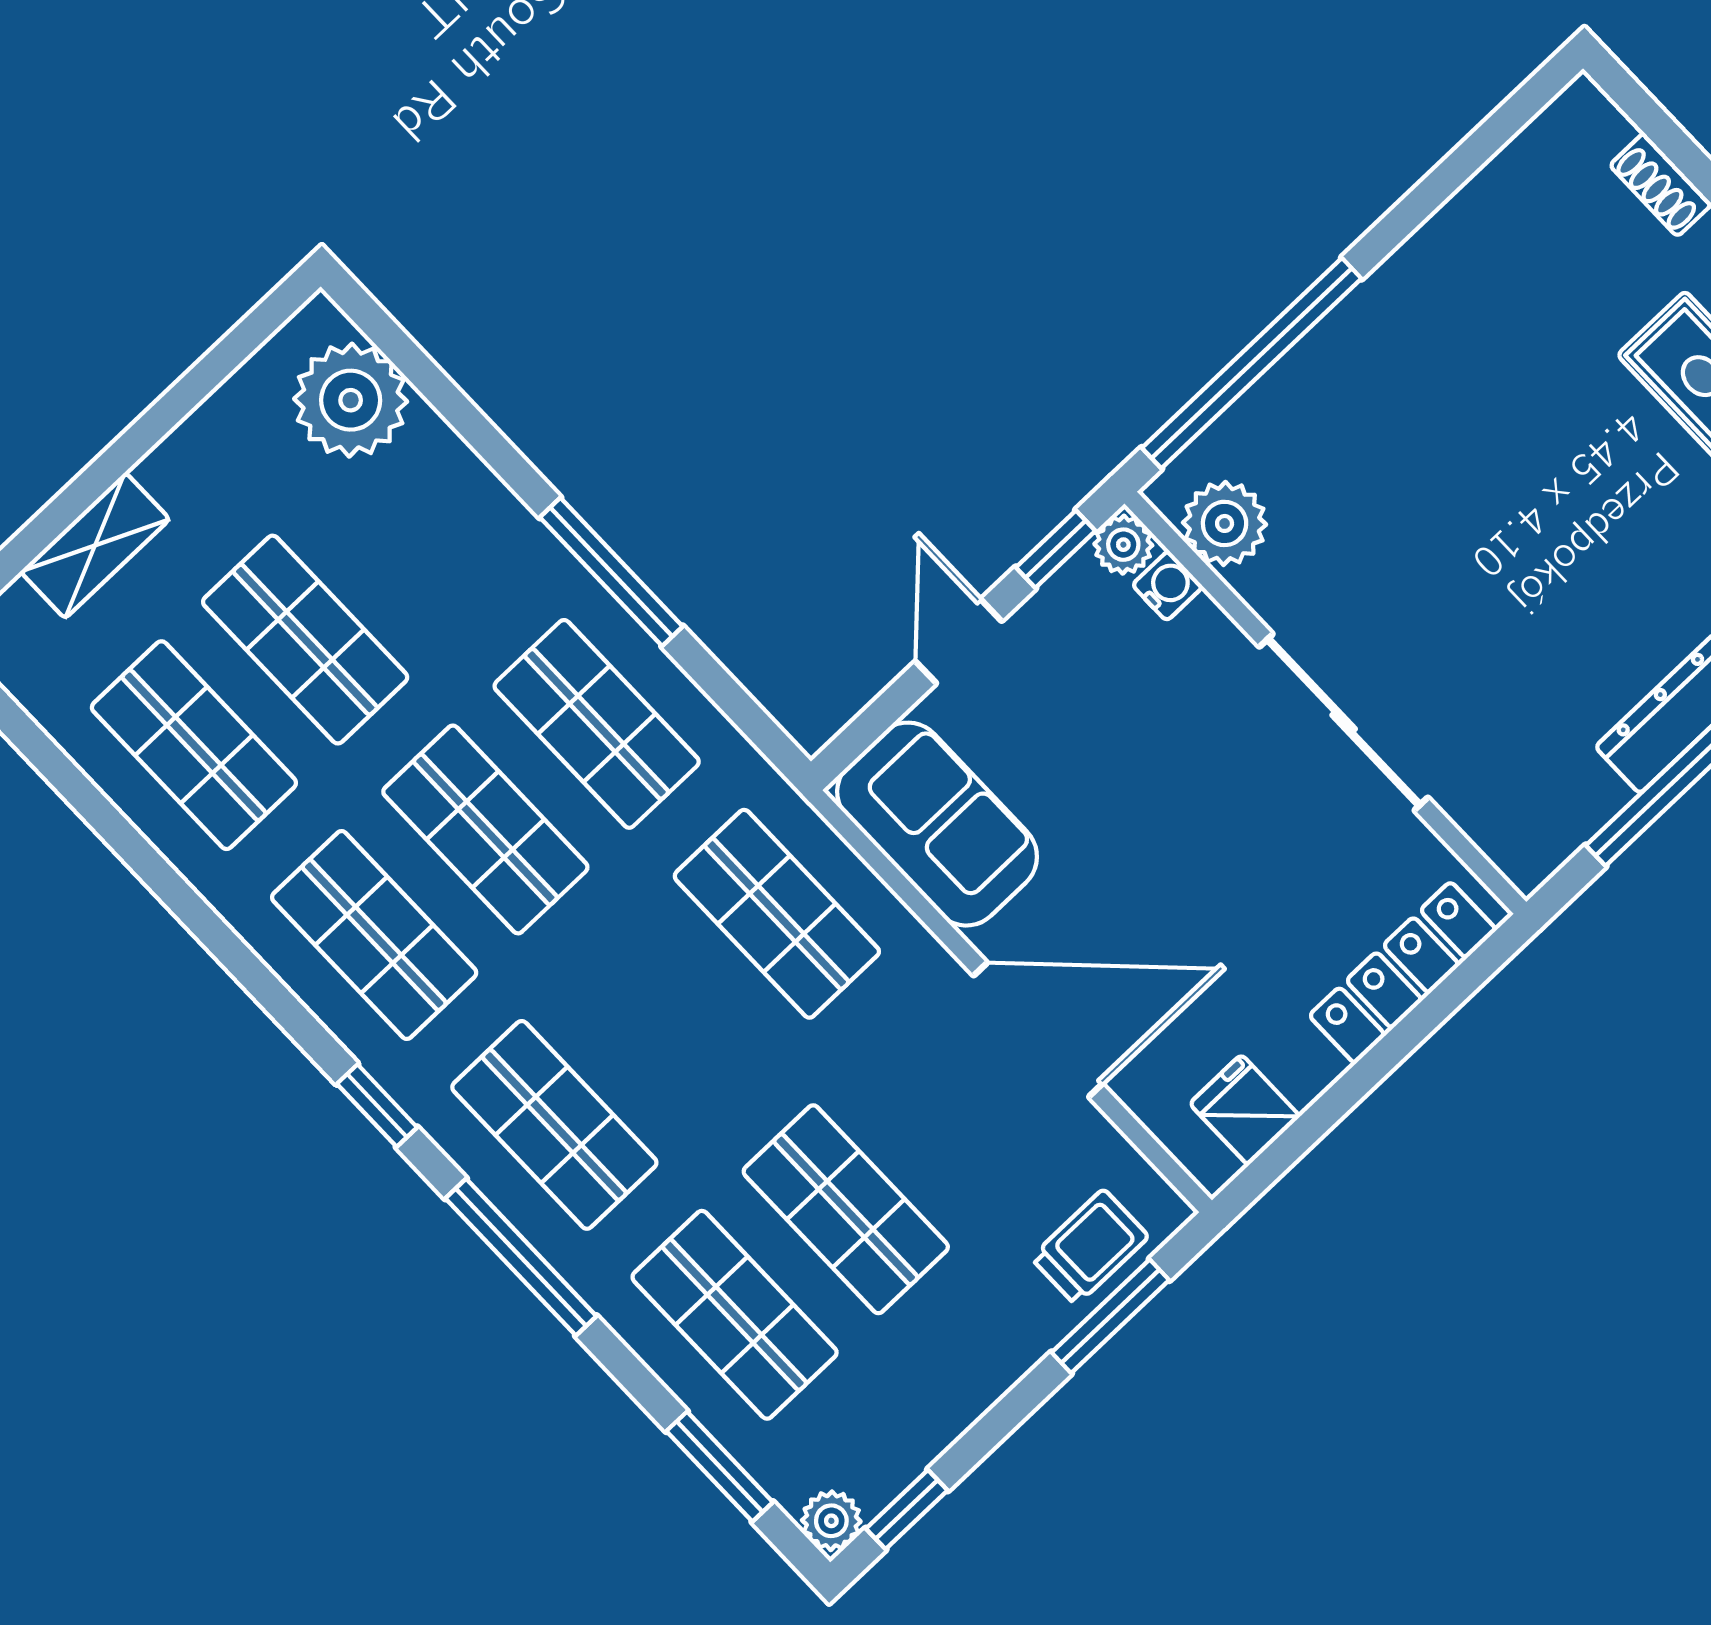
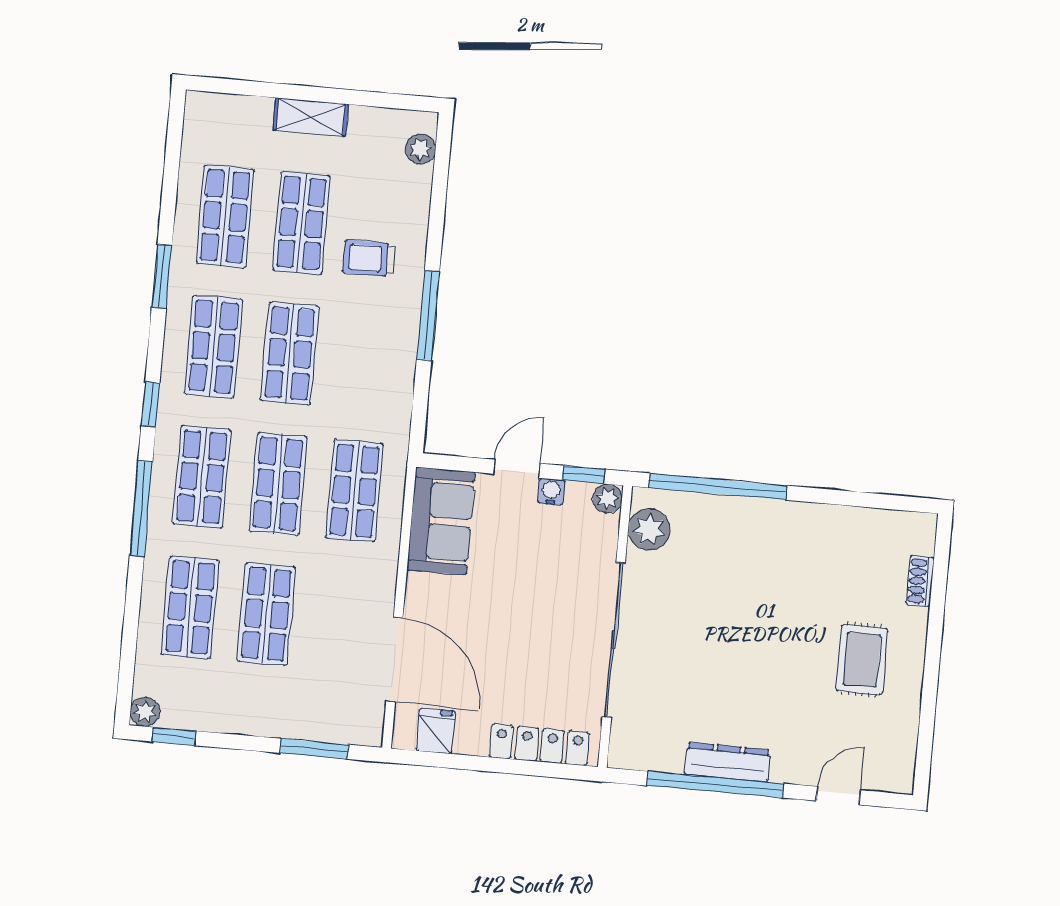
plant: (351, 400) -> (421, 149), width x0.53, depth x0.53
shelving: (95, 545) -> (311, 117), moved
water cooler: (1168, 586) -> (551, 492), moved, turned -90
sliding door: (1344, 722) -> (614, 640), width x1.36
shop shelf: (597, 724) -> (278, 484), moved
door: (1038, 1030) -> (394, 660), moved
trolley: (1090, 1247) -> (369, 258), moved, turned 180
window: (720, 1467) -> (162, 276), moved

